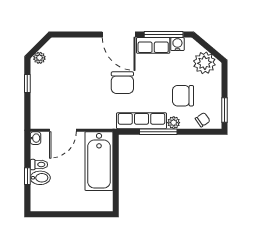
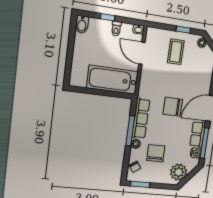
coffee table: (55, 89) -> (176, 52), added
bidet: (40, 178) -> (82, 24), moved

